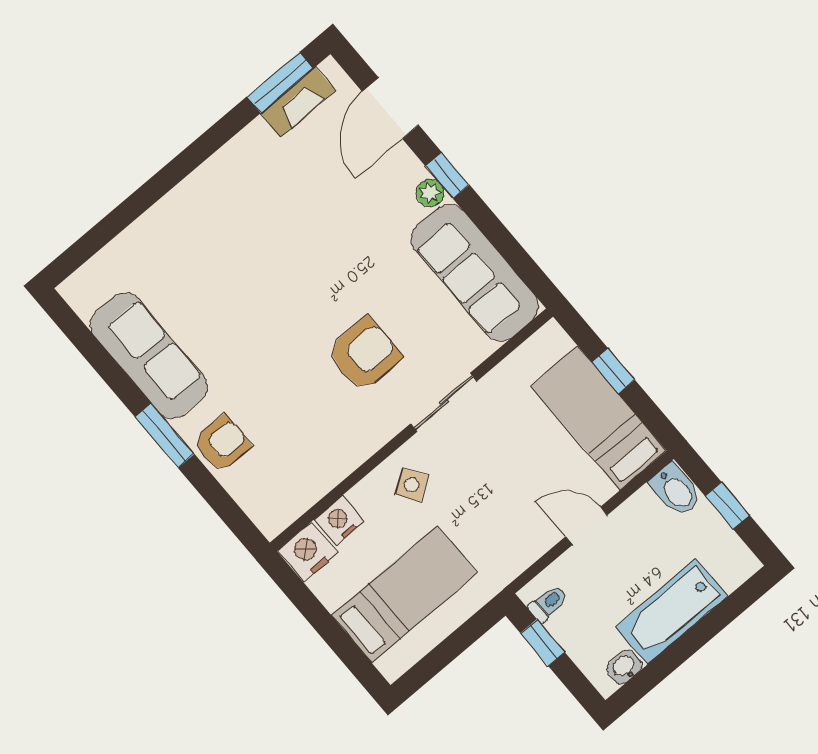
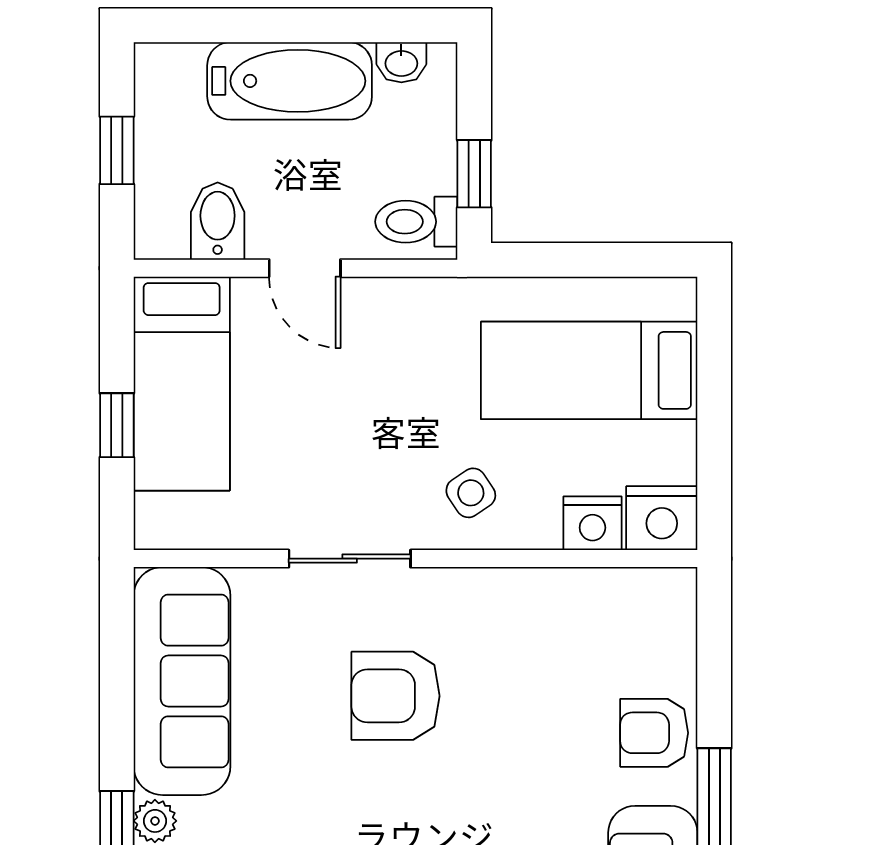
bidet: (676, 490) -> (218, 221), moved
toilet: (548, 603) -> (416, 222), width x1.37, depth x1.39

